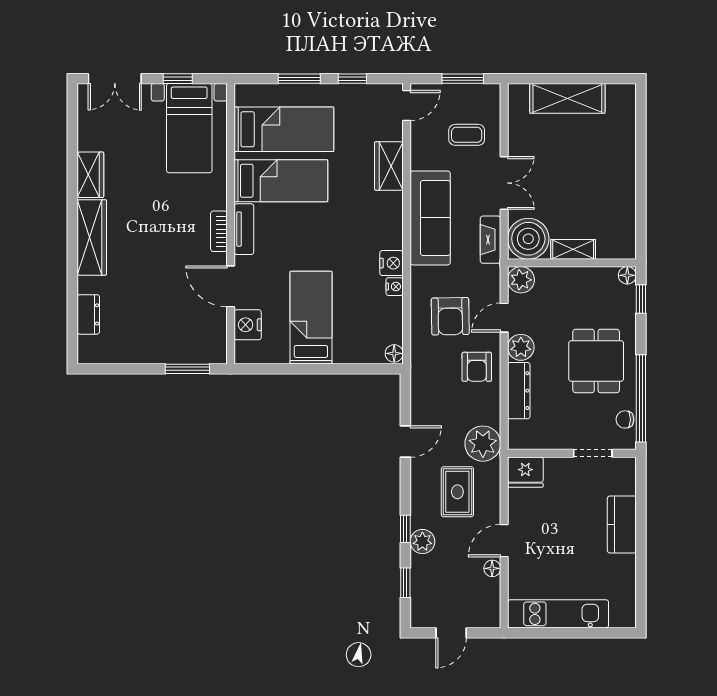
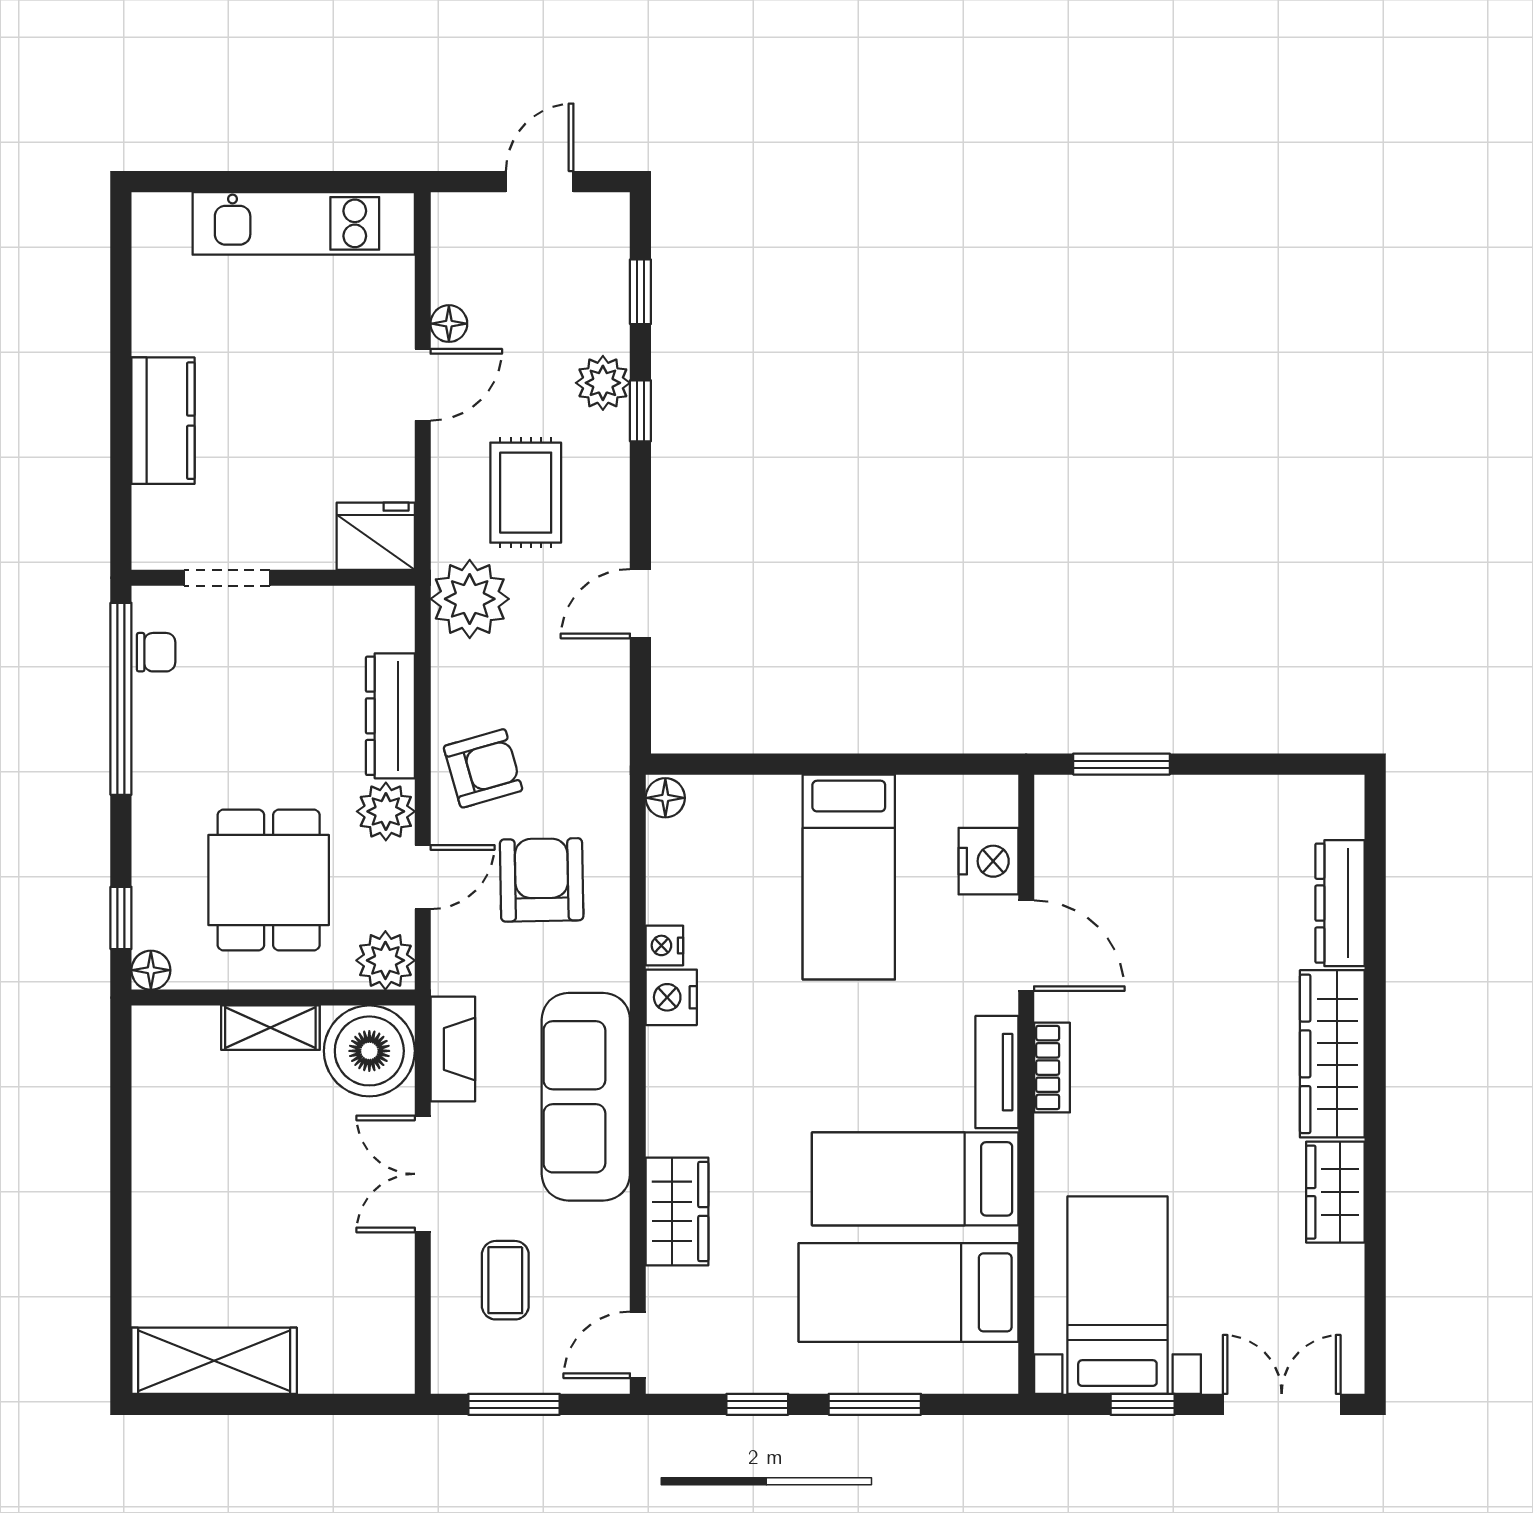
shelving: (567, 98) -> (214, 1361), moved
coffee table: (467, 135) -> (505, 1280), turned 90
dresser: (88, 314) -> (1340, 903), width x1.44
dining table: (596, 361) -> (269, 880), moved
armchair: (477, 367) -> (483, 768), turned 74

